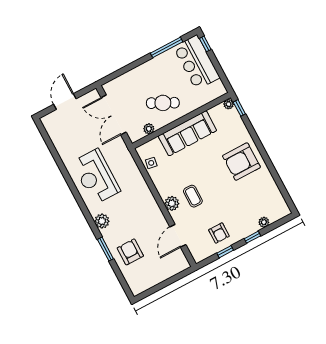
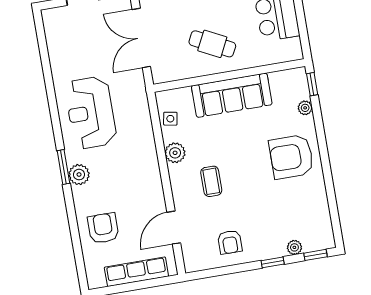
plant: (229, 104) -> (305, 108), moved
plant: (149, 129) -> (182, 72), removed
plant: (172, 203) -> (175, 153), moved
window: (105, 249) -> (63, 167), moved
window: (225, 252) -> (315, 255), moved
row of seats: (162, 274) -> (136, 272), added

